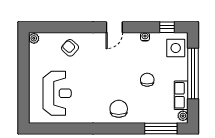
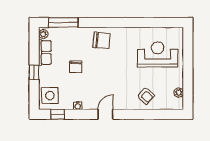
plant: (34, 38) -> (179, 93), moved
window: (193, 73) -> (34, 72), width x0.32
reception desk: (57, 93) -> (158, 54), turned 90
chair: (119, 109) -> (102, 40), turned -85

